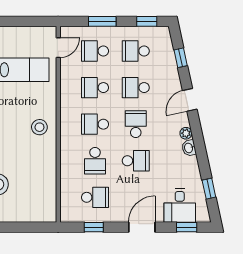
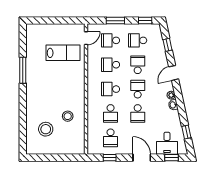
school desk: (136, 88) -> (138, 65), turned 90
stool: (39, 127) -> (68, 116), moved
school desk: (136, 161) -> (138, 113), turned 90
school desk: (95, 197) -> (111, 138), turned 90
door: (142, 227) -> (142, 158), hinge flipped

